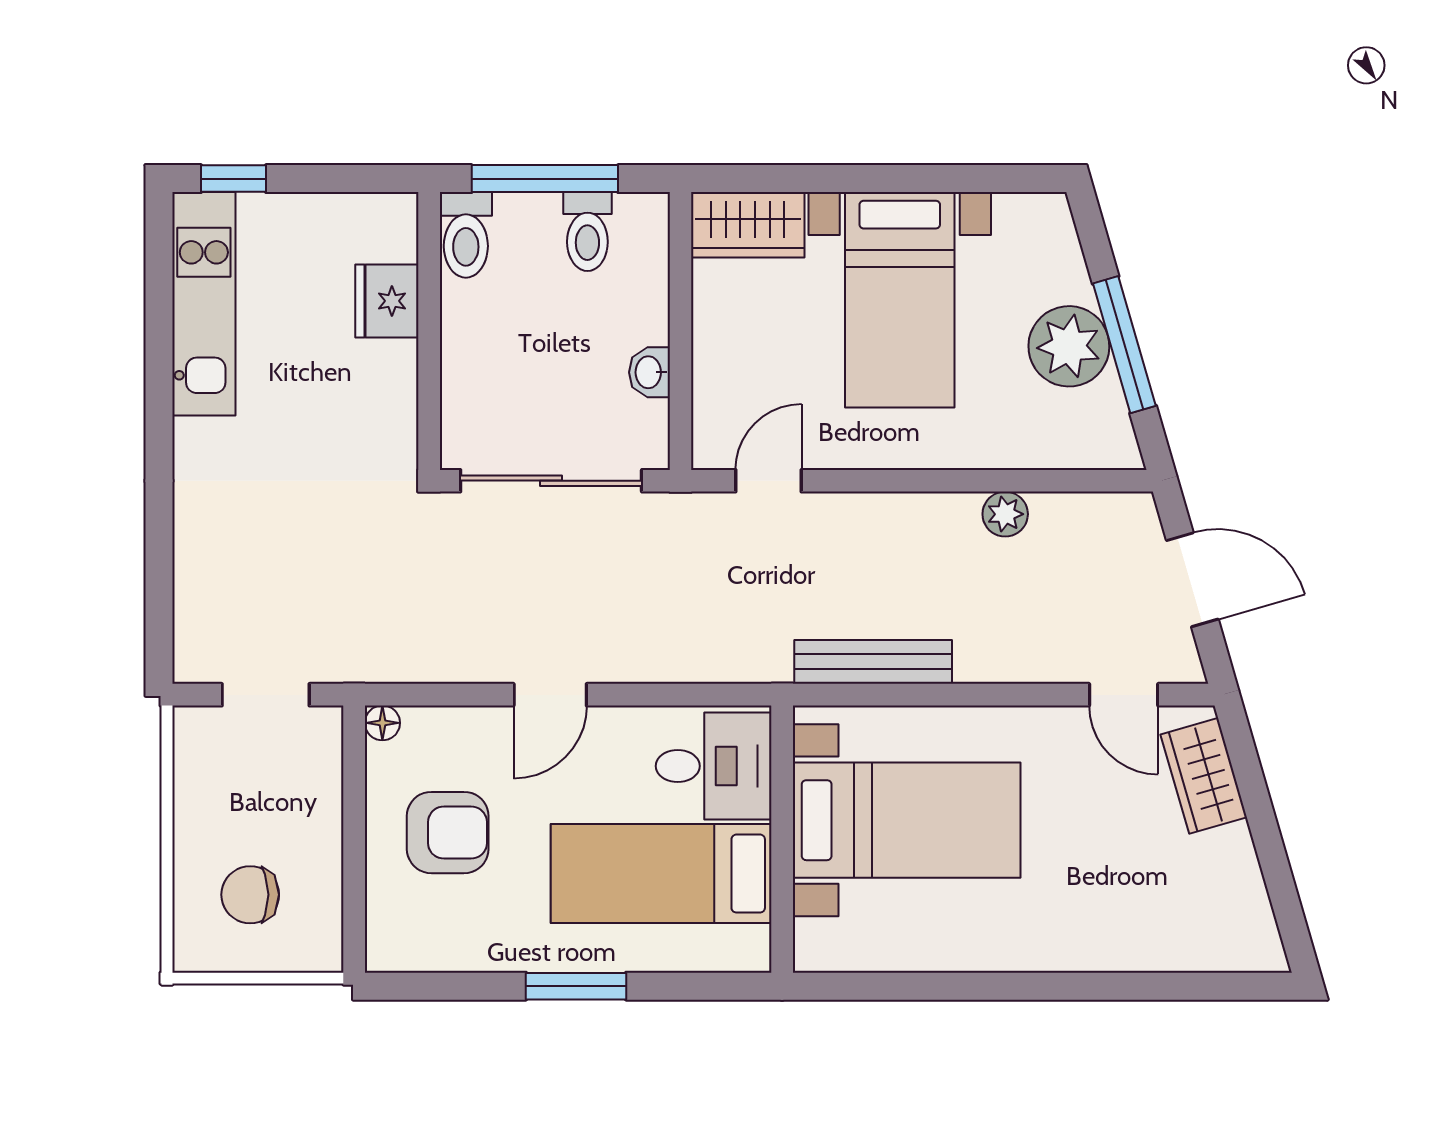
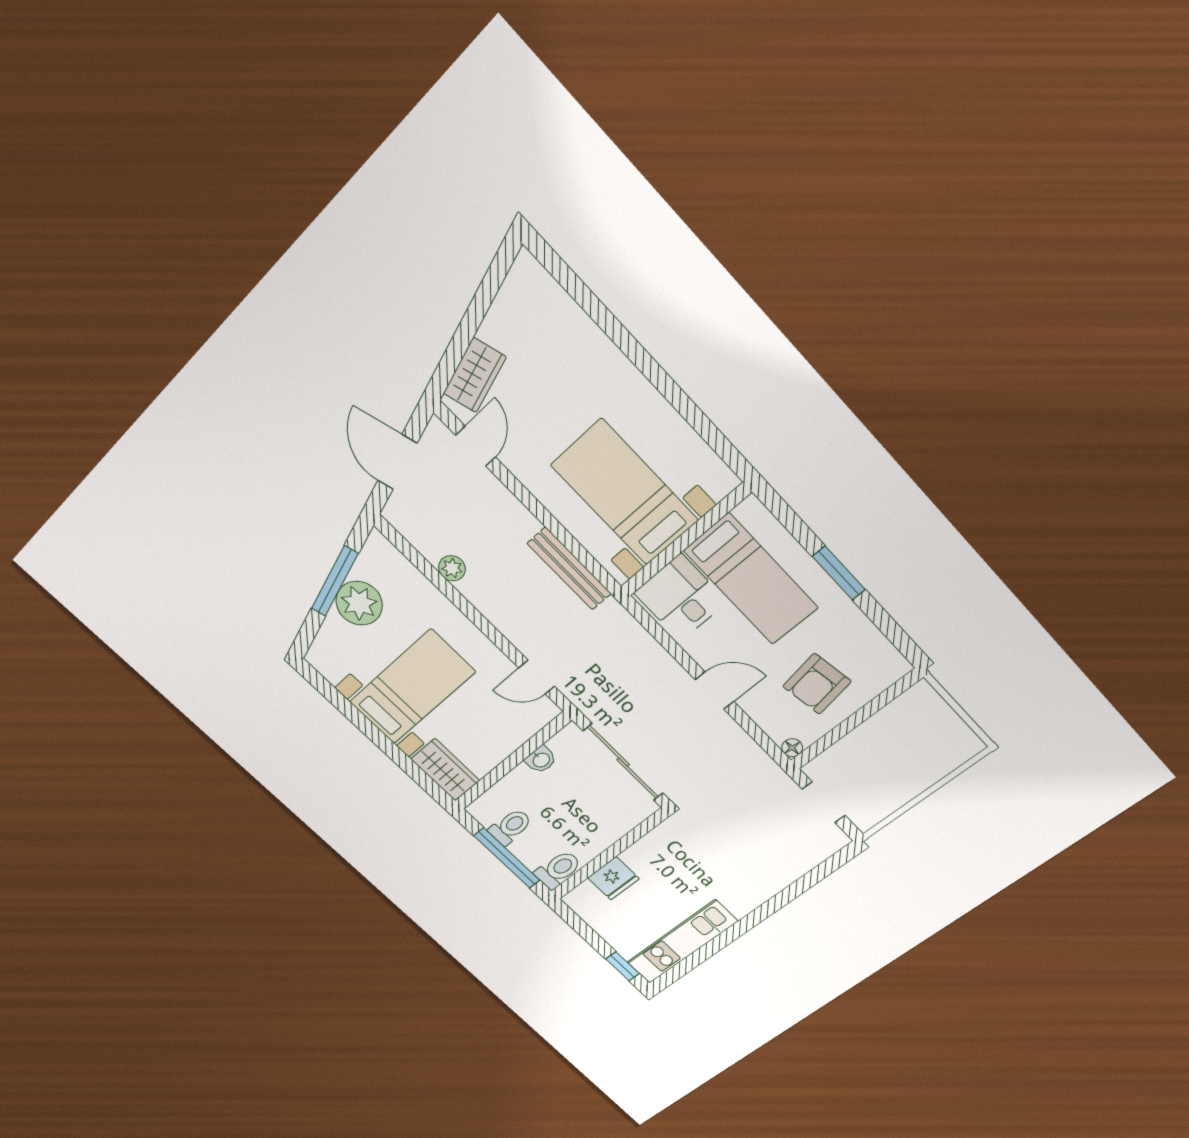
armchair: (448, 833) -> (817, 684), turned -99
chair: (250, 895) -> (922, 742), removed

